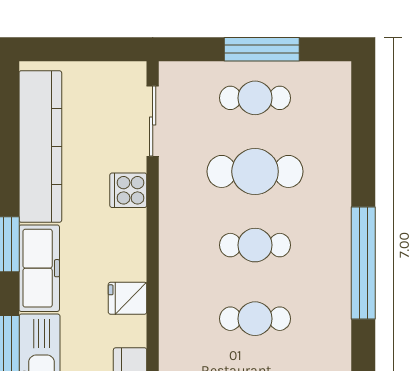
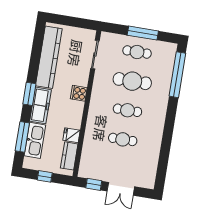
cooker: (128, 190) -> (79, 93), moved
window: (363, 263) -> (177, 75), moved
fridge: (128, 298) -> (72, 135), moved

